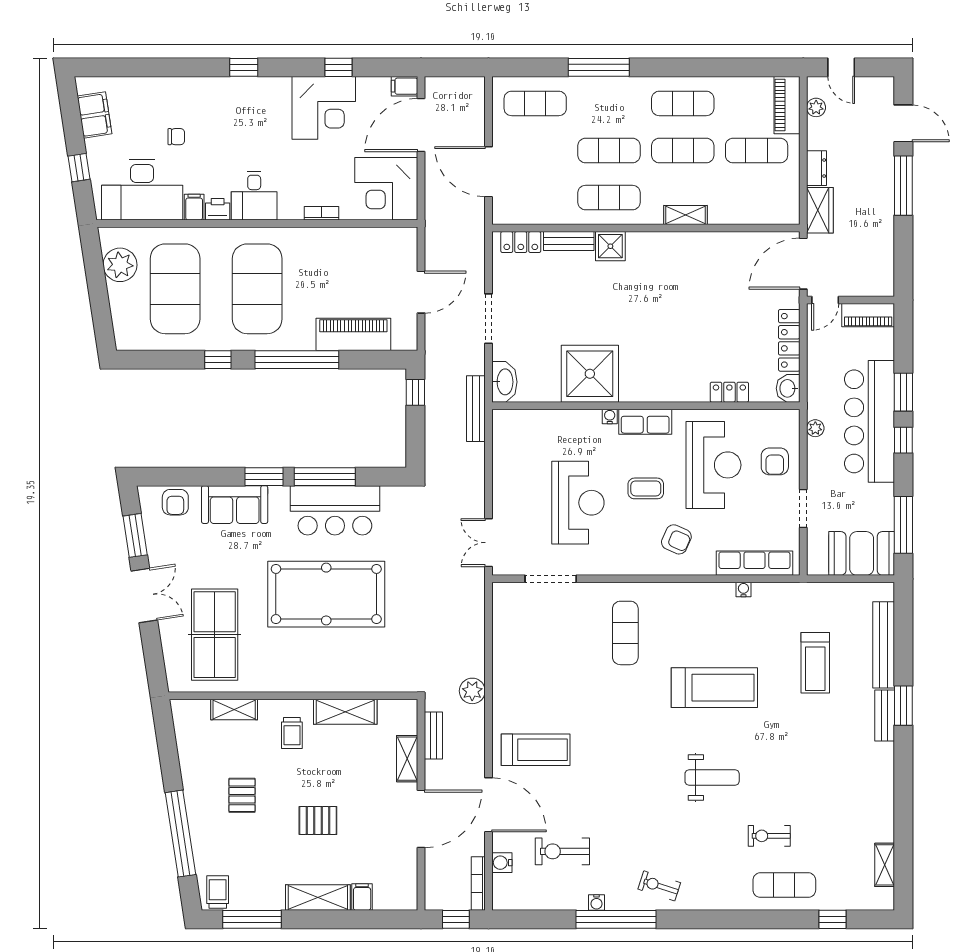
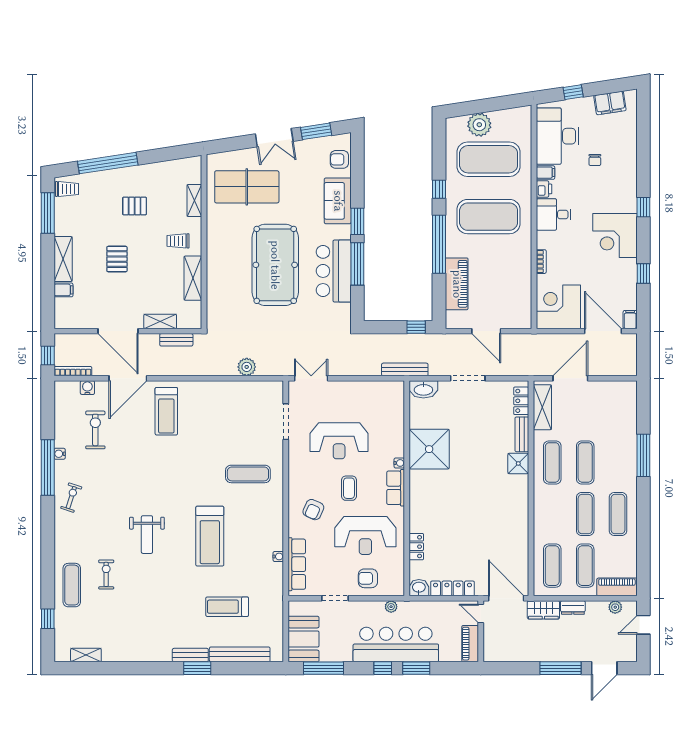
exercise mat: (535, 103) -> (552, 566), moved
corner desk: (324, 108) -> (615, 235), moved
shelving: (685, 215) -> (542, 407), moved, width x1.50, depth x1.33
plant: (120, 265) -> (479, 125), moved
plant: (472, 691) -> (247, 367), moved

